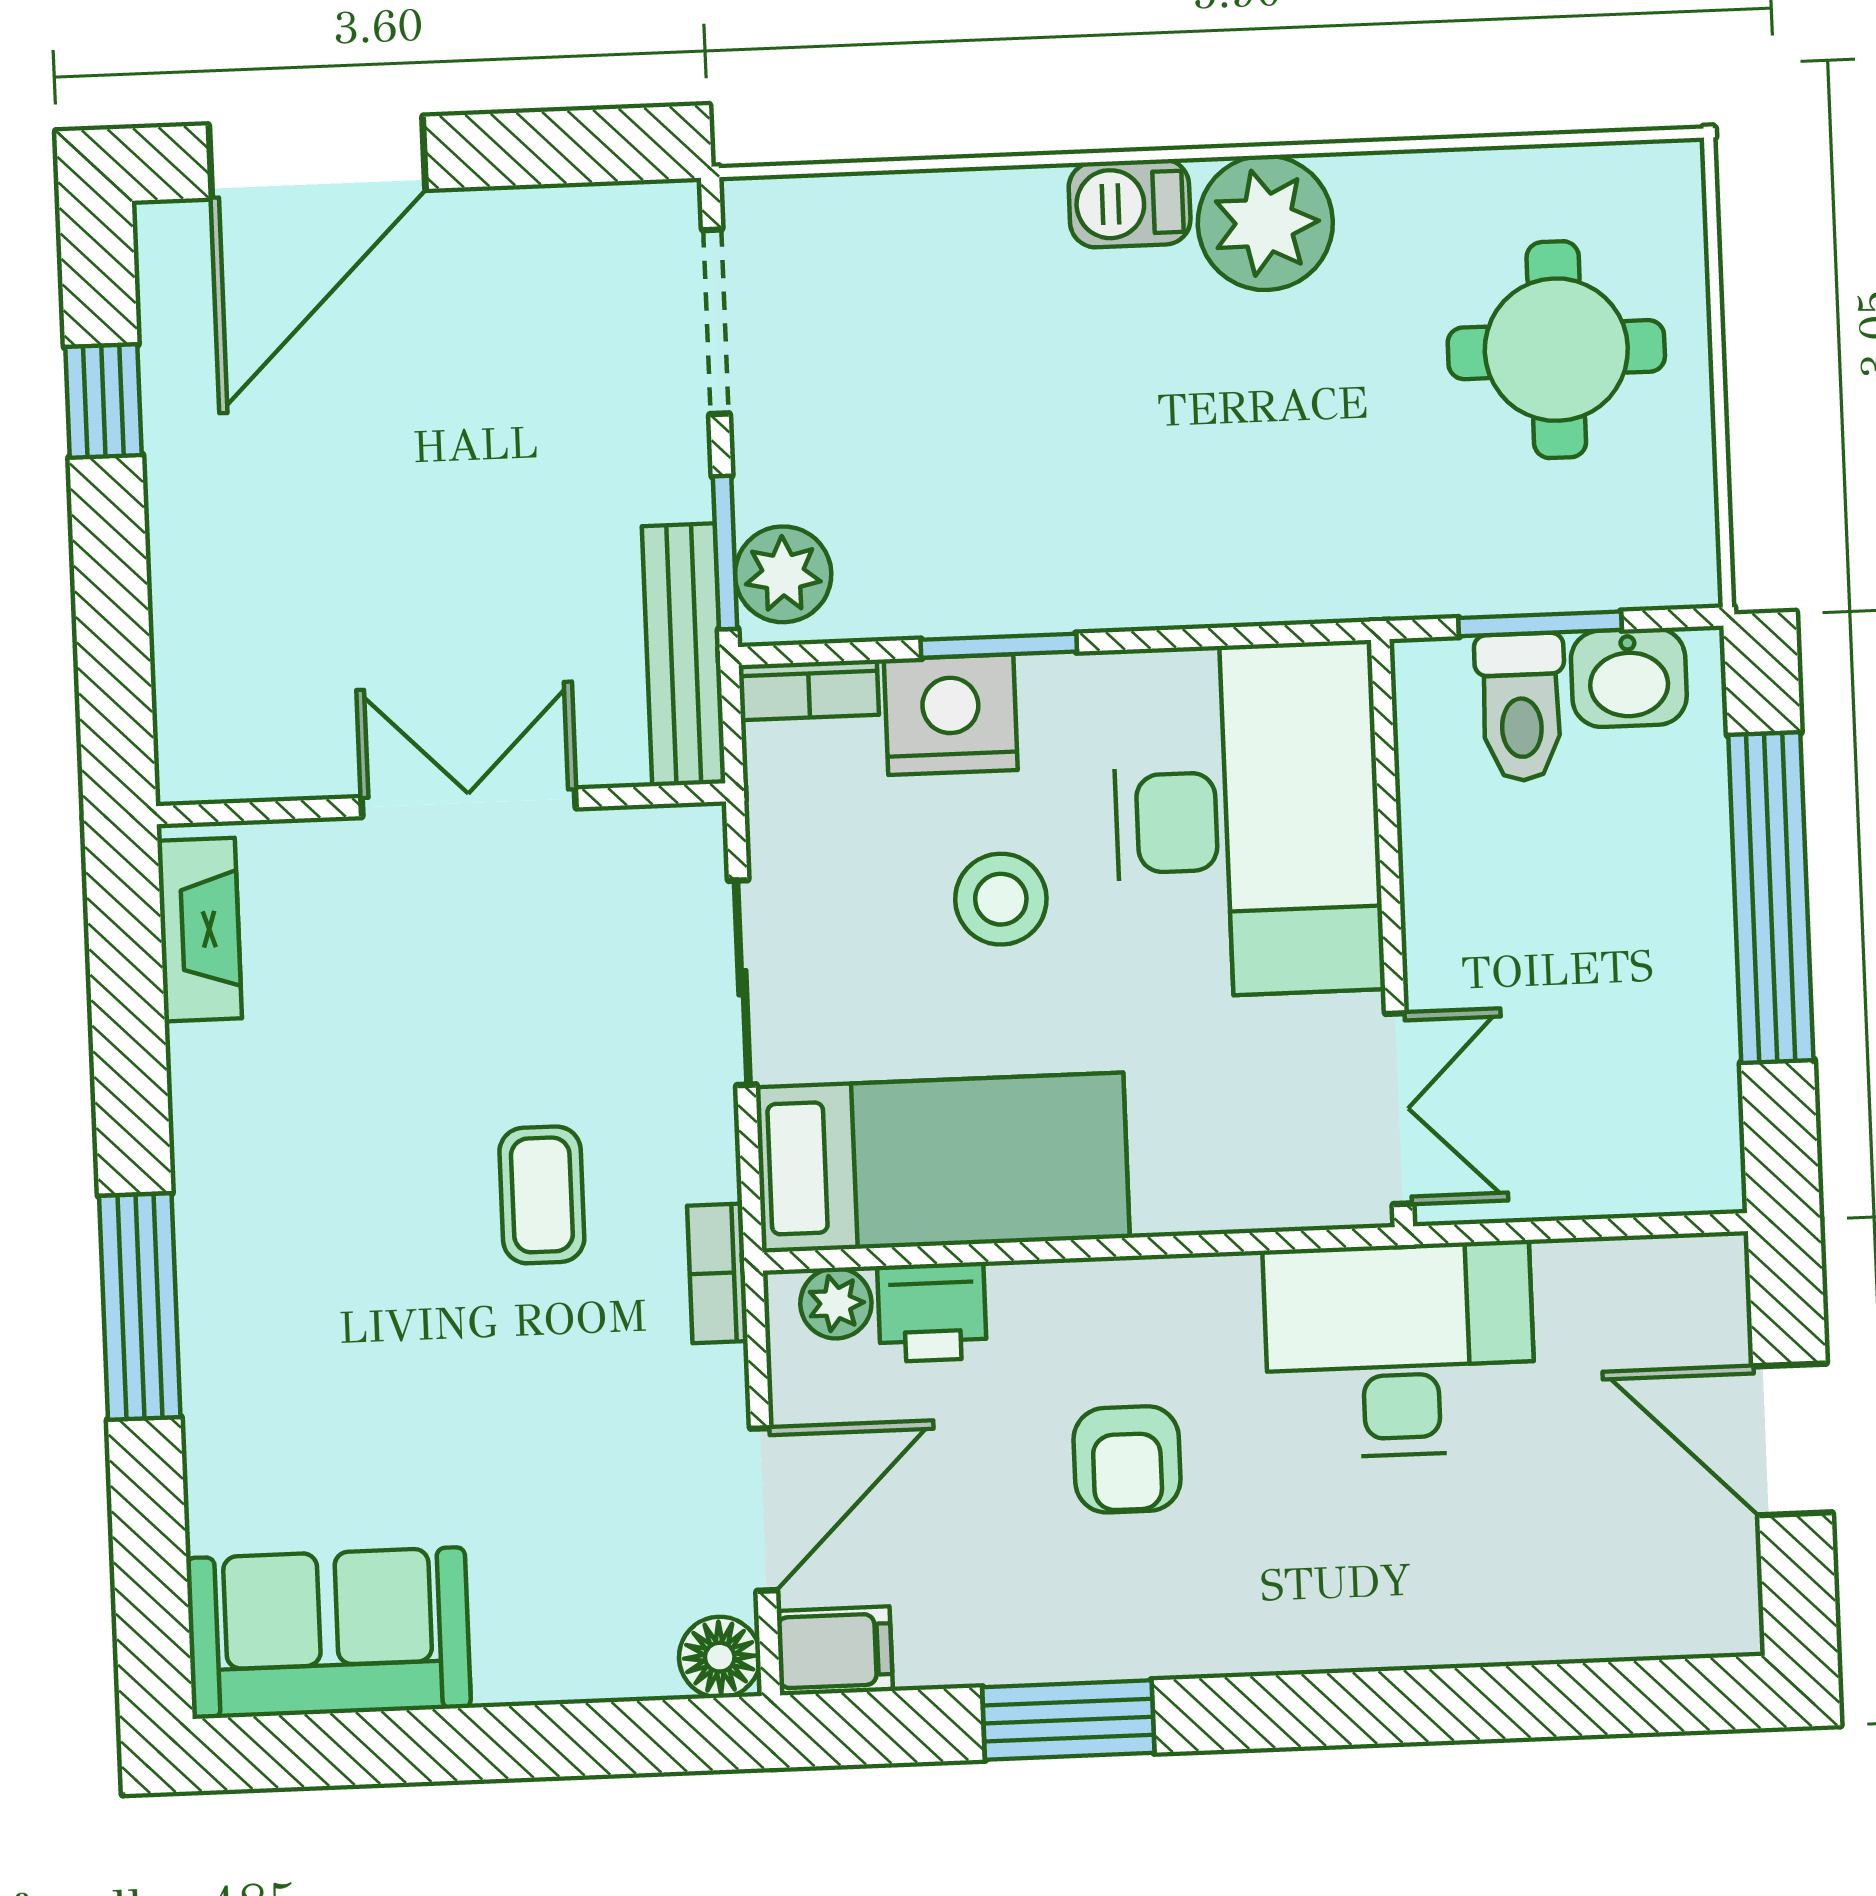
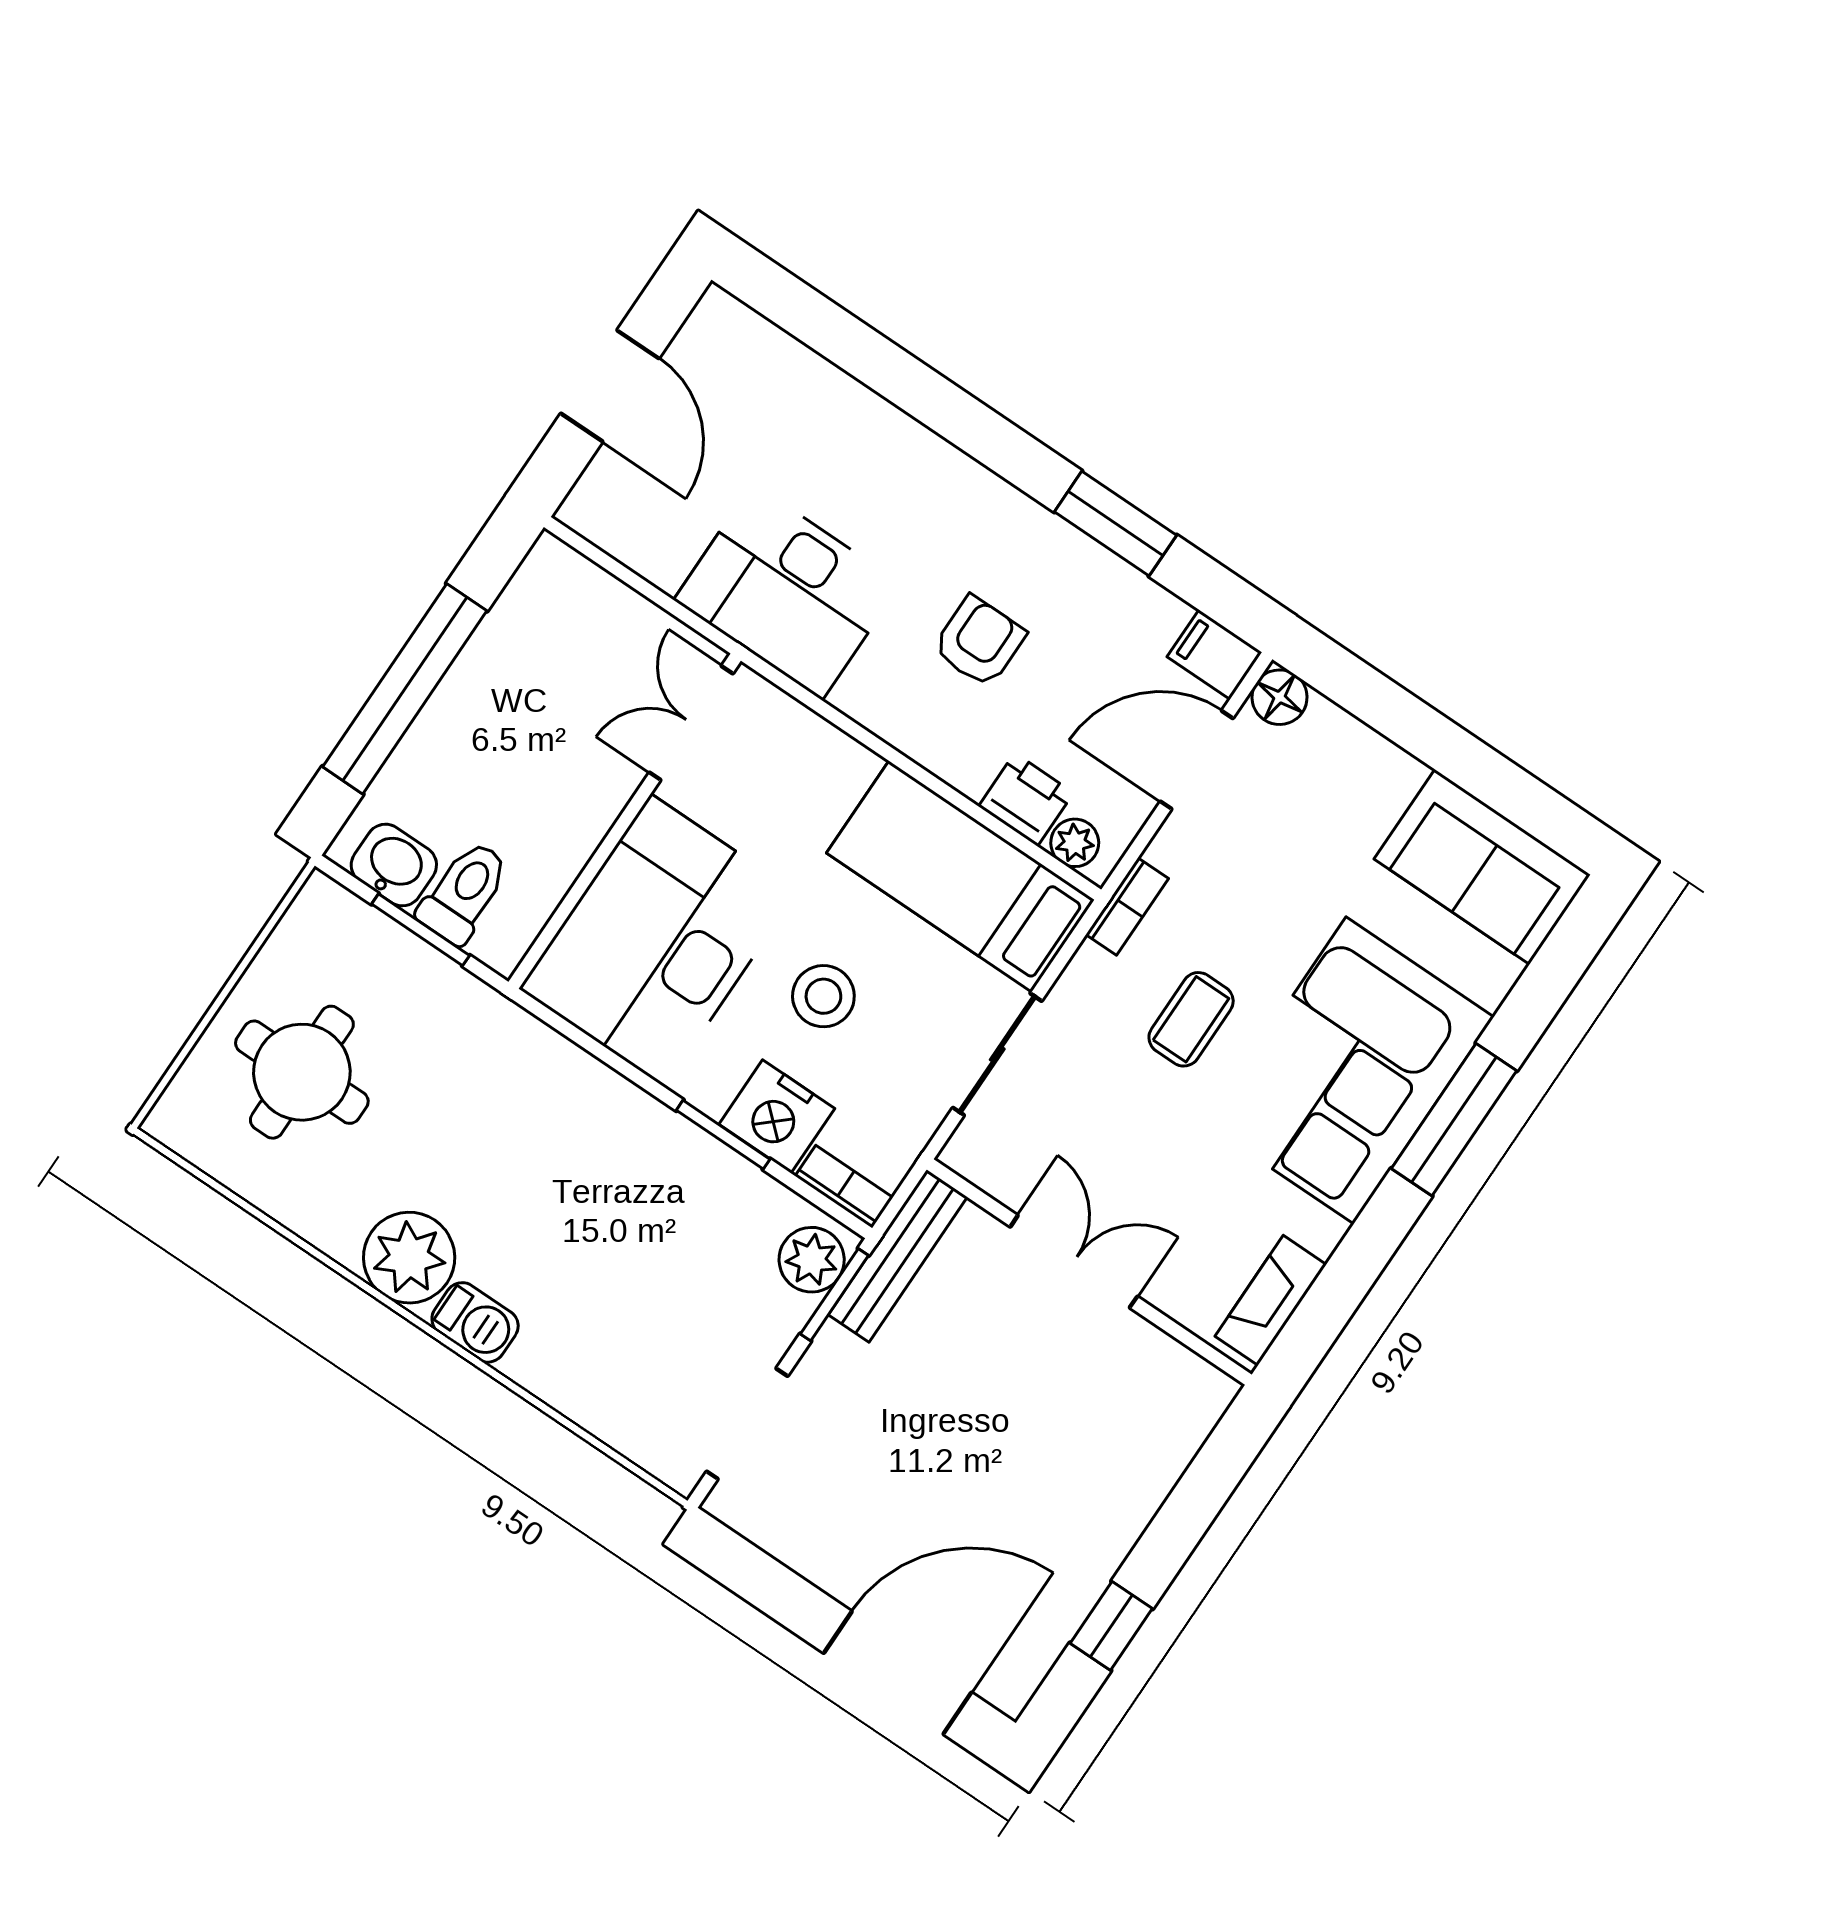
double door: (469, 803) -> (1074, 1262), swing flipped
corner sofa: (307, 1274) -> (1350, 1070), added

